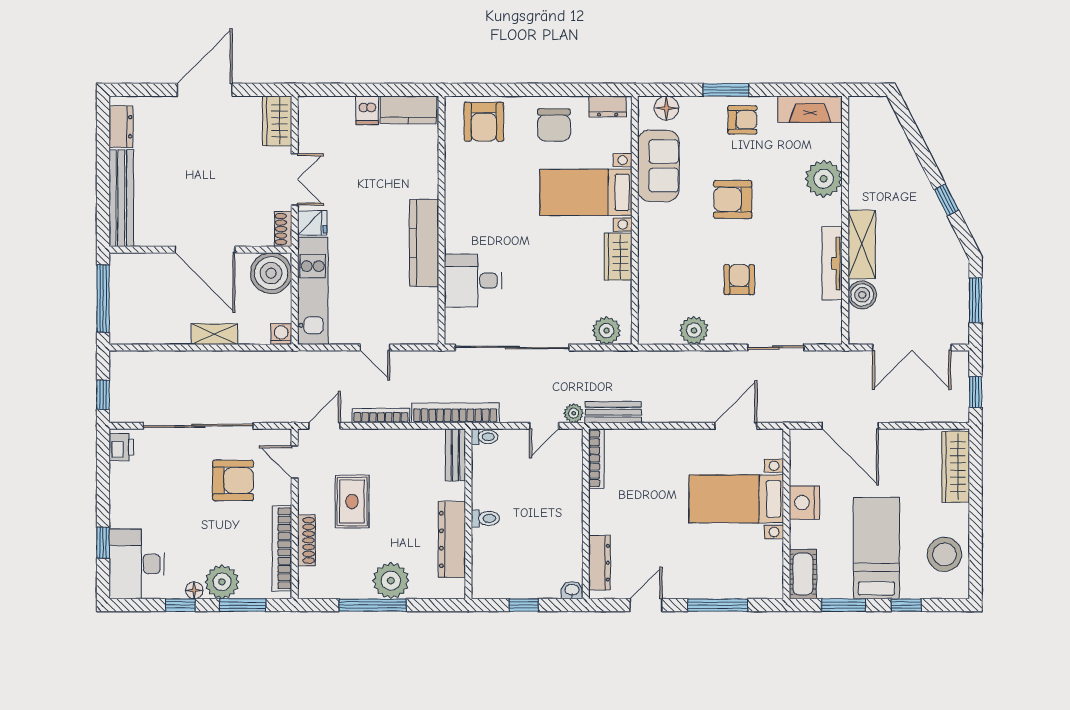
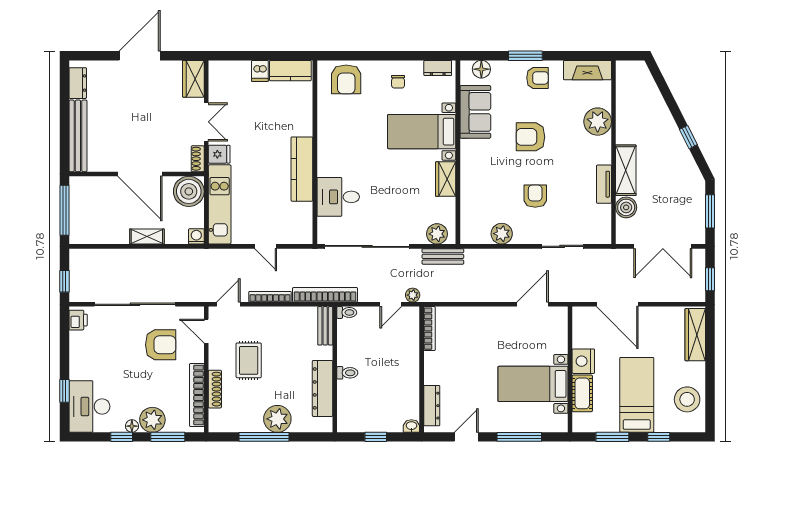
chair: (554, 125) -> (398, 82), width x0.54, depth x0.54
tv unit: (832, 263) -> (604, 184), width x0.71
bench: (613, 412) -> (443, 256), moved
bed with nightstands: (736, 499) -> (533, 384), moved
cot: (803, 574) -> (582, 393), moved

